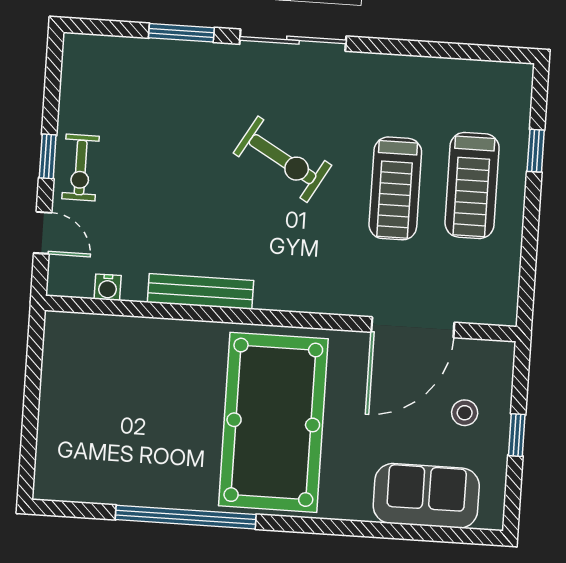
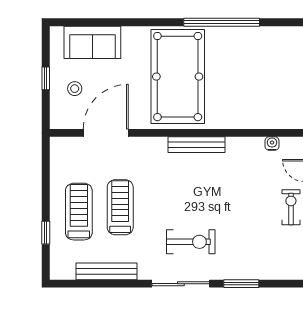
bench: (428, 72) -> (106, 271), added
exercise bike: (283, 159) -> (191, 242), moved, turned 150
bench: (201, 291) -> (197, 145), moved

